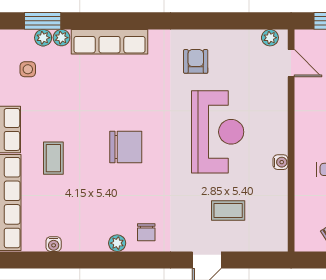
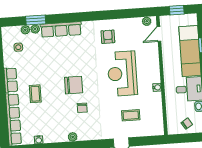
window: (43, 21) -> (36, 20), moved
door: (291, 63) -> (159, 34), swing flipped
reception desk: (218, 132) -> (122, 74), turned 180
chair: (146, 232) -> (82, 108), moved

